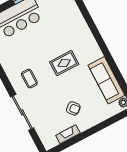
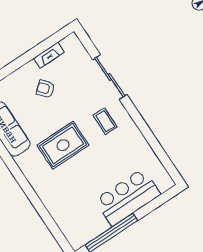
rug: (64, 63) -> (63, 145), width x1.36, depth x1.43

